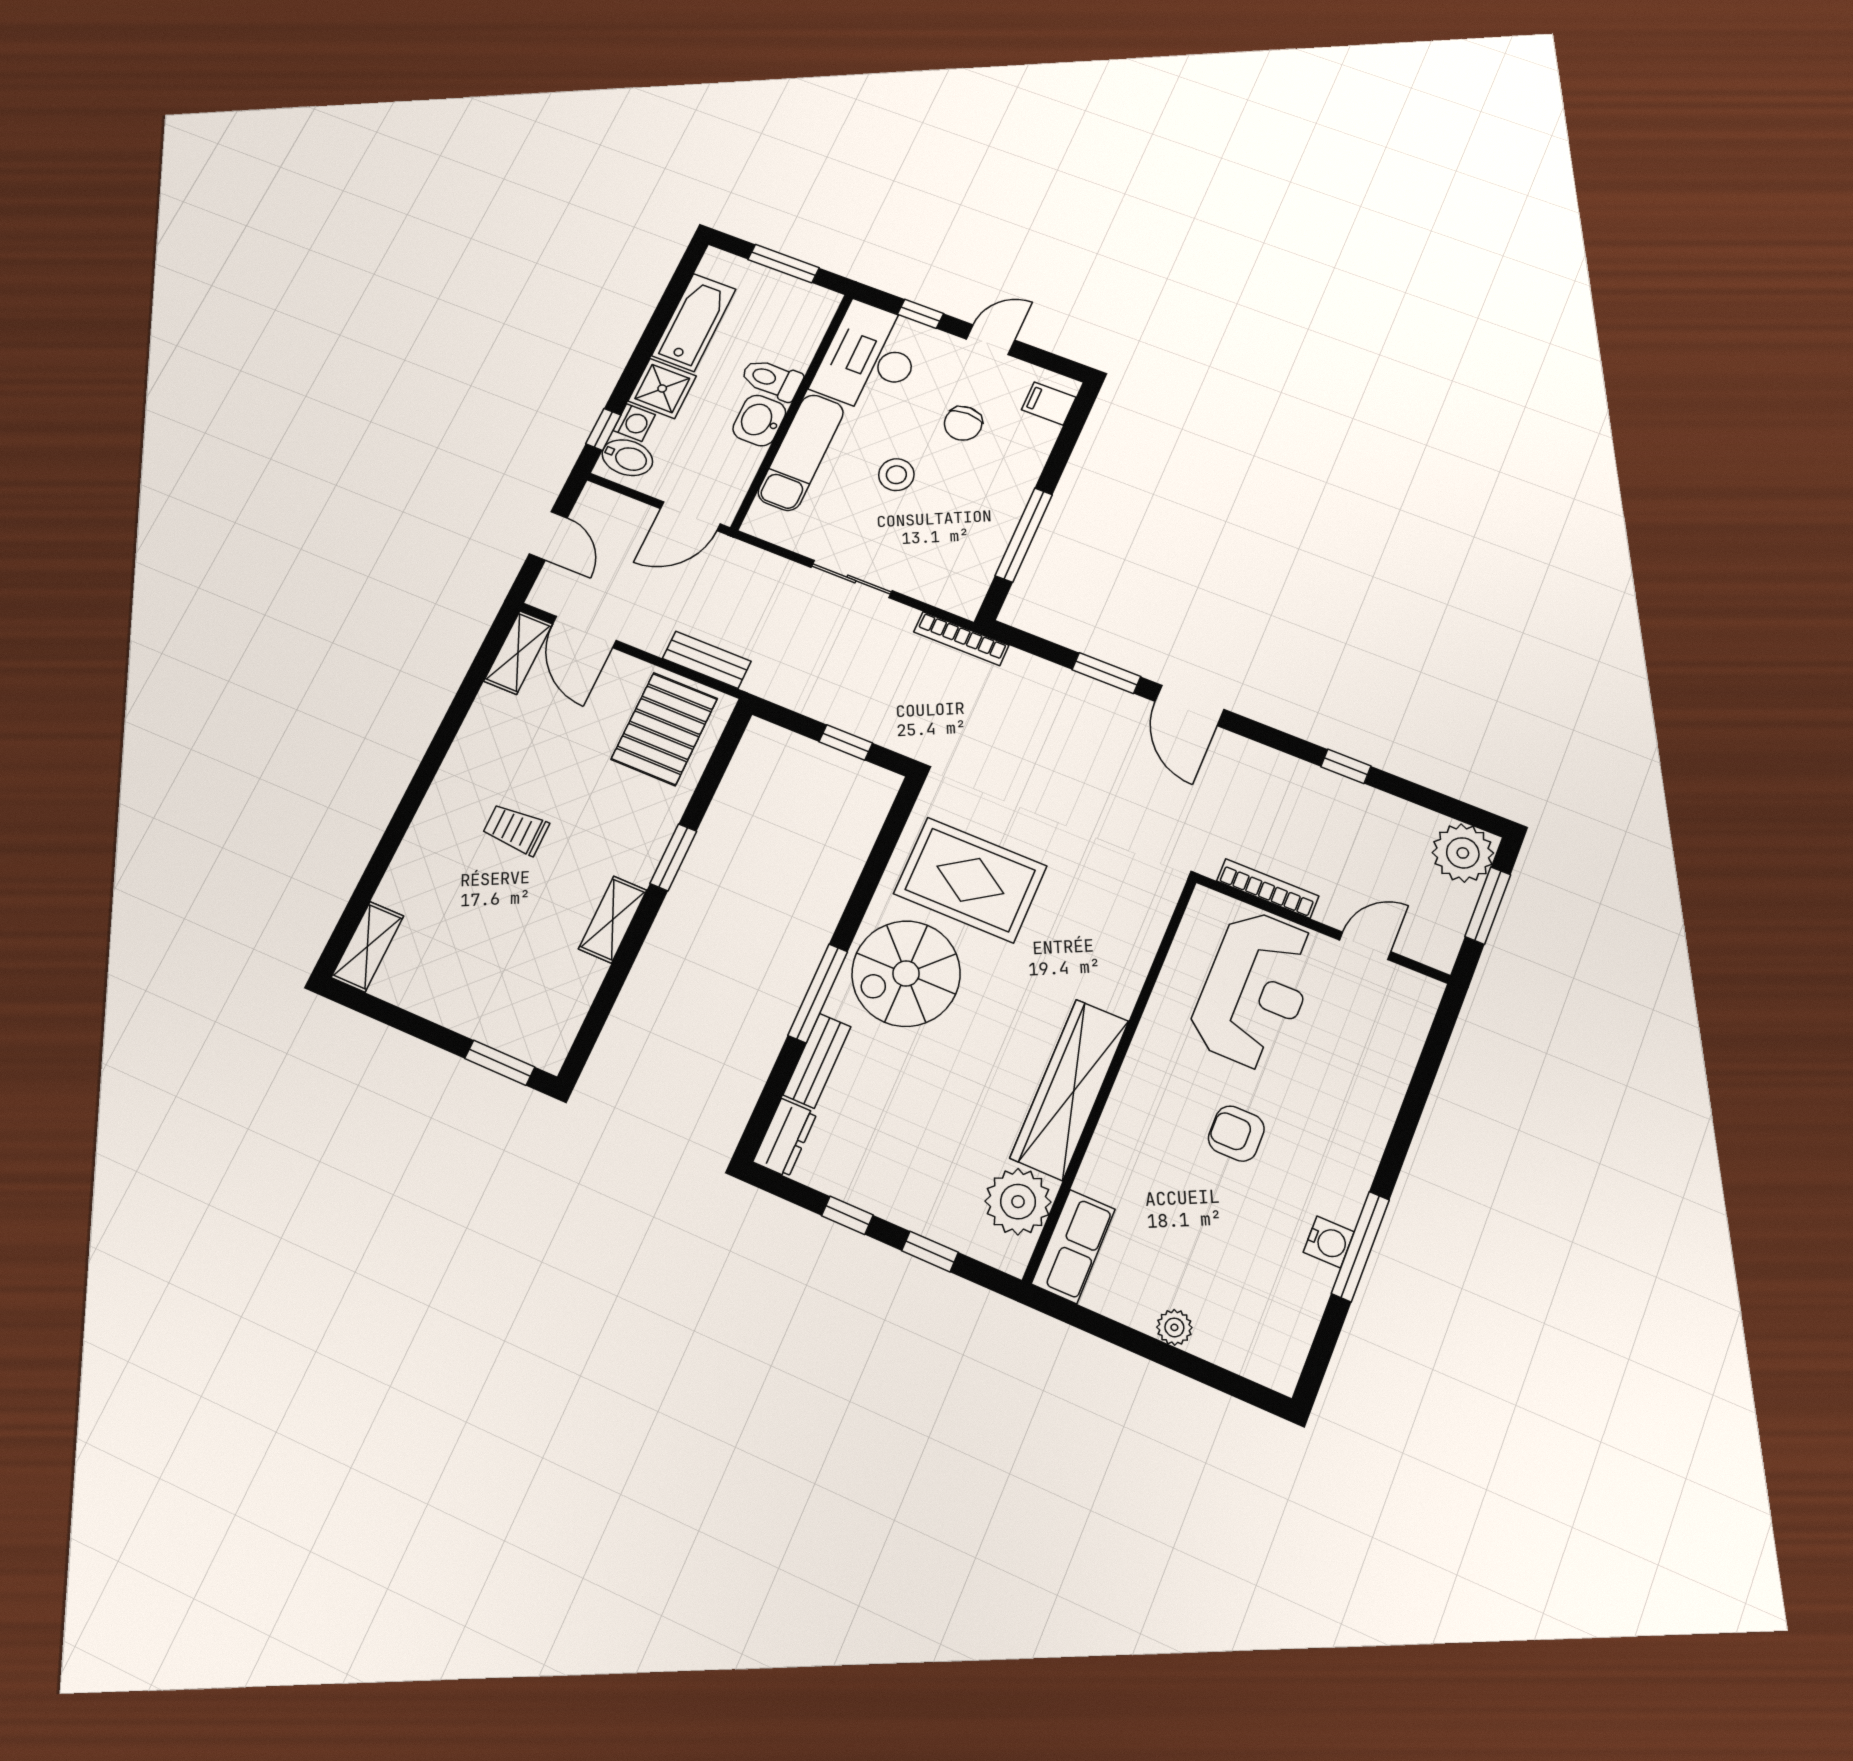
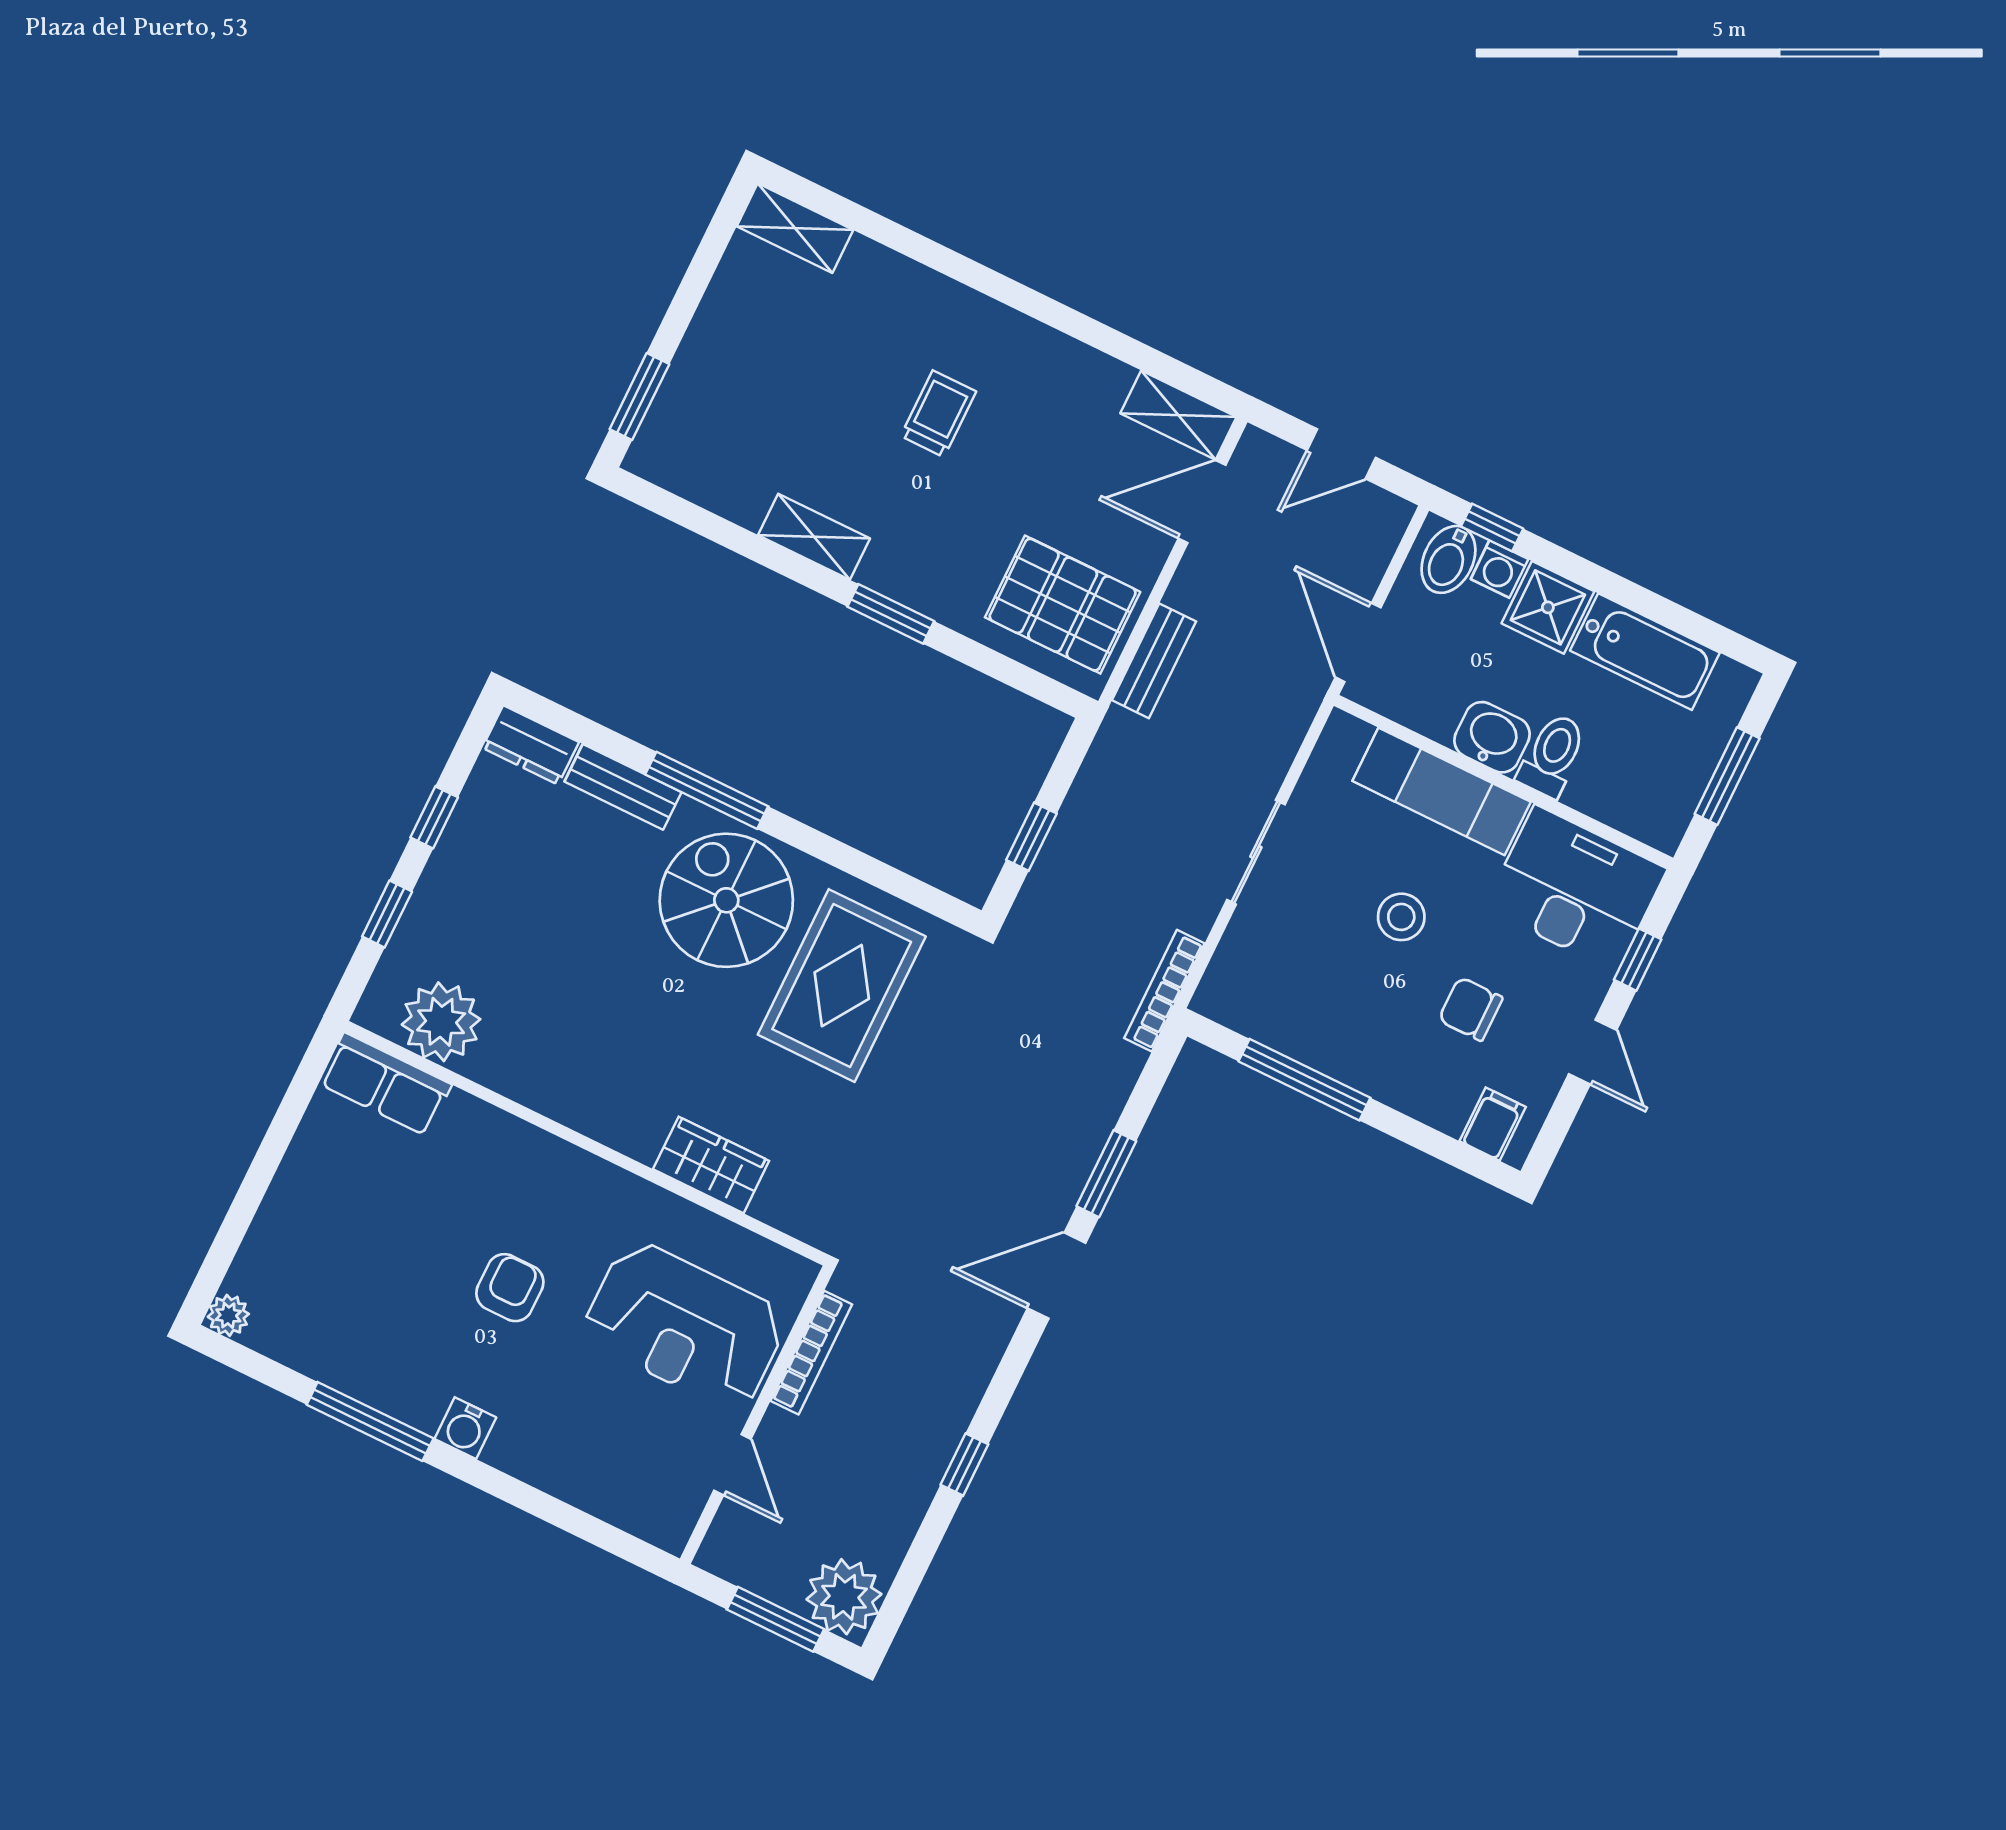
wardrobe: (1070, 1089) -> (711, 1165), moved, width x0.48, depth x0.85
water cooler: (1329, 1242) -> (465, 1428), moved
plant: (1174, 1327) -> (228, 1315), moved

